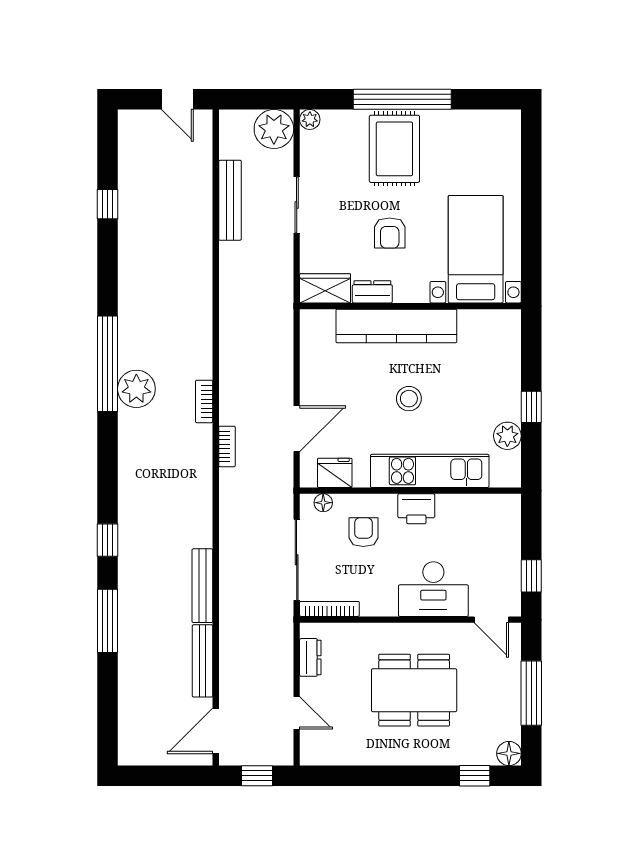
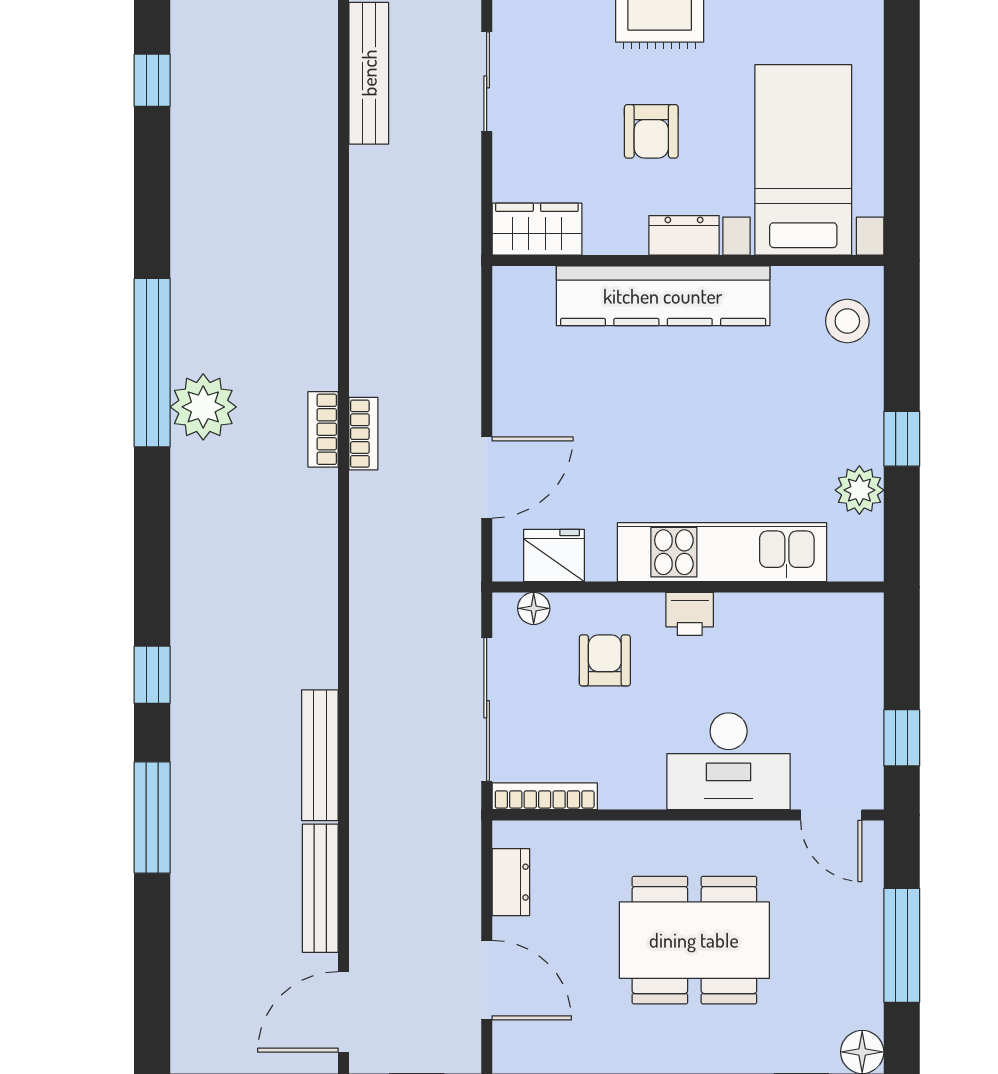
dresser: (372, 292) -> (684, 235), moved
stool: (409, 399) -> (847, 321), moved
bookcase: (227, 446) -> (363, 434), moved
printer: (416, 509) -> (690, 614), width x0.73, depth x0.81
door: (297, 713) -> (487, 980), width x1.38

